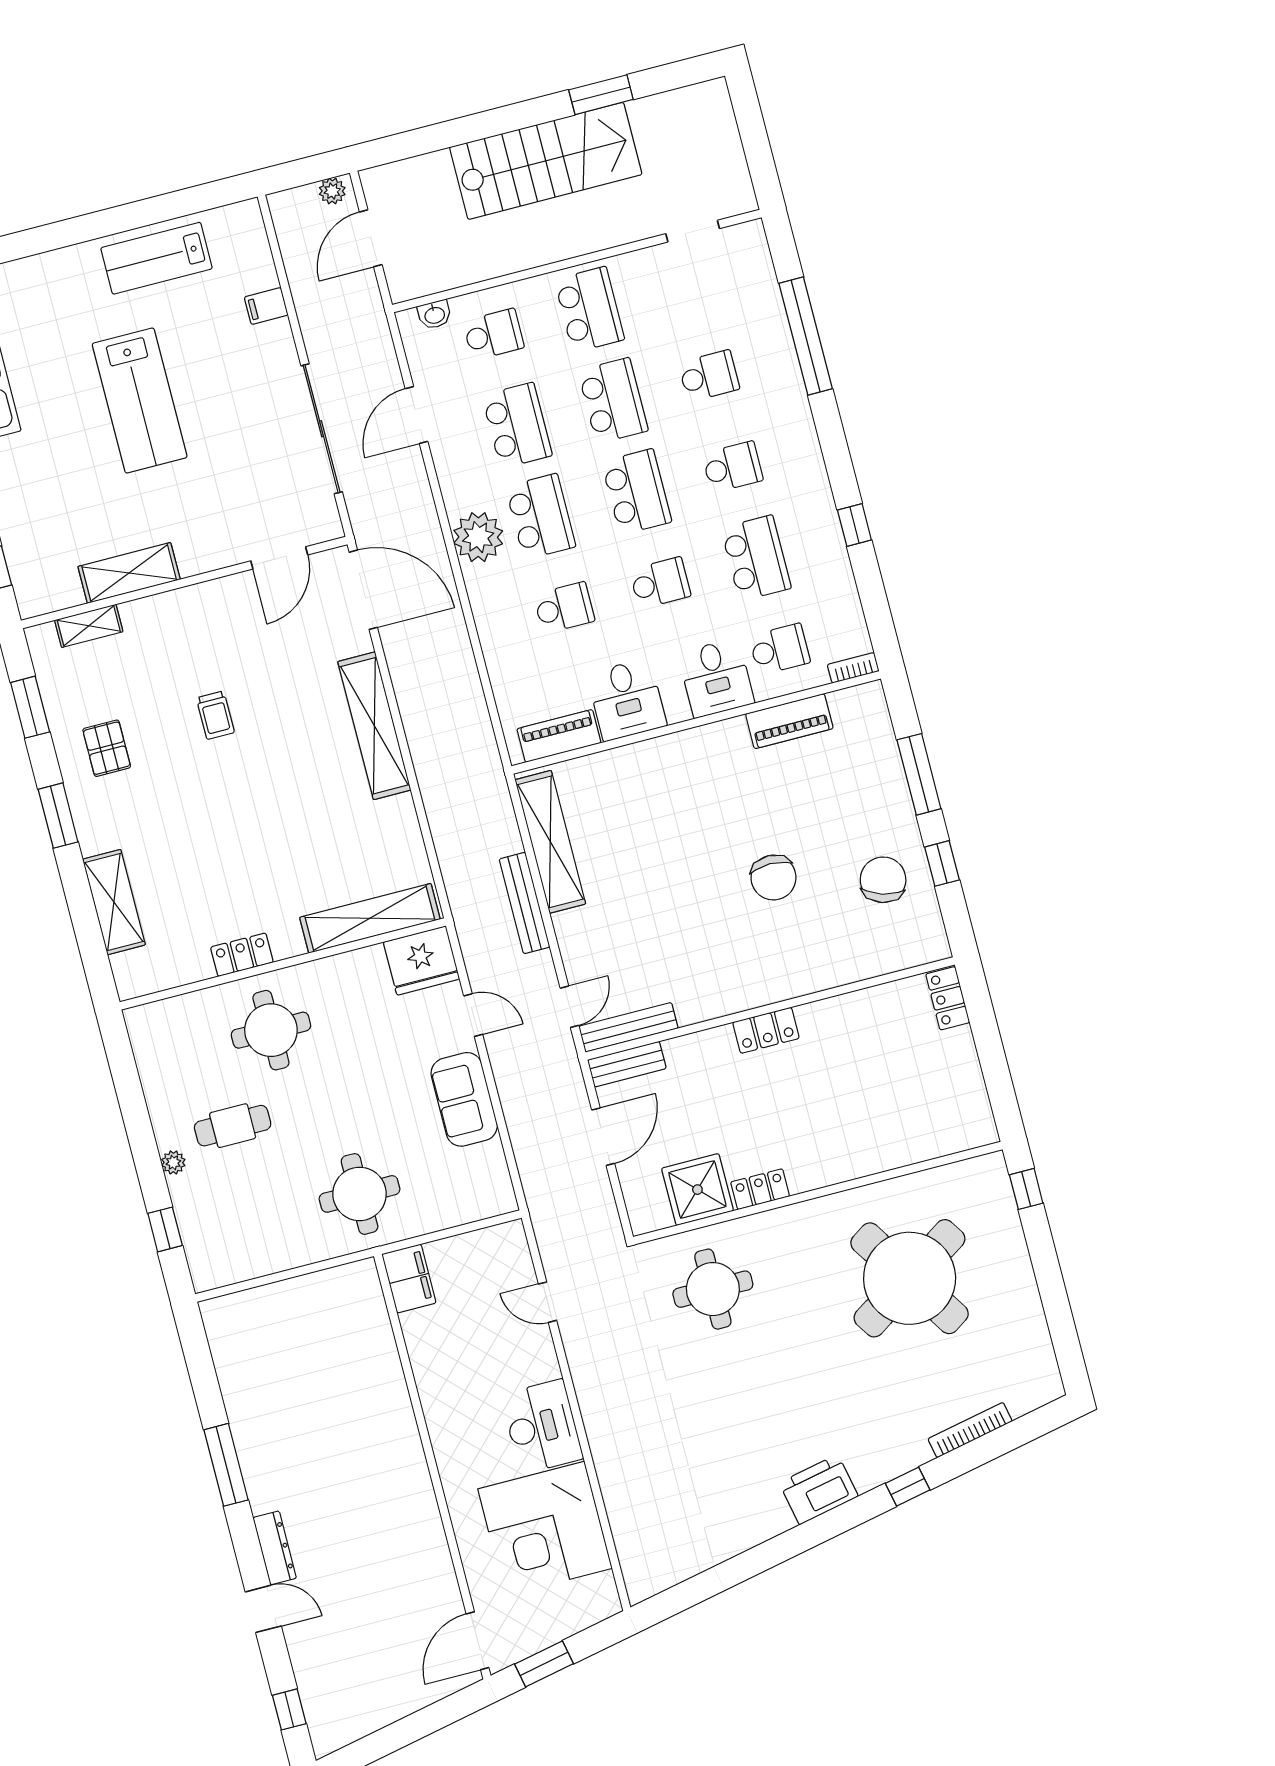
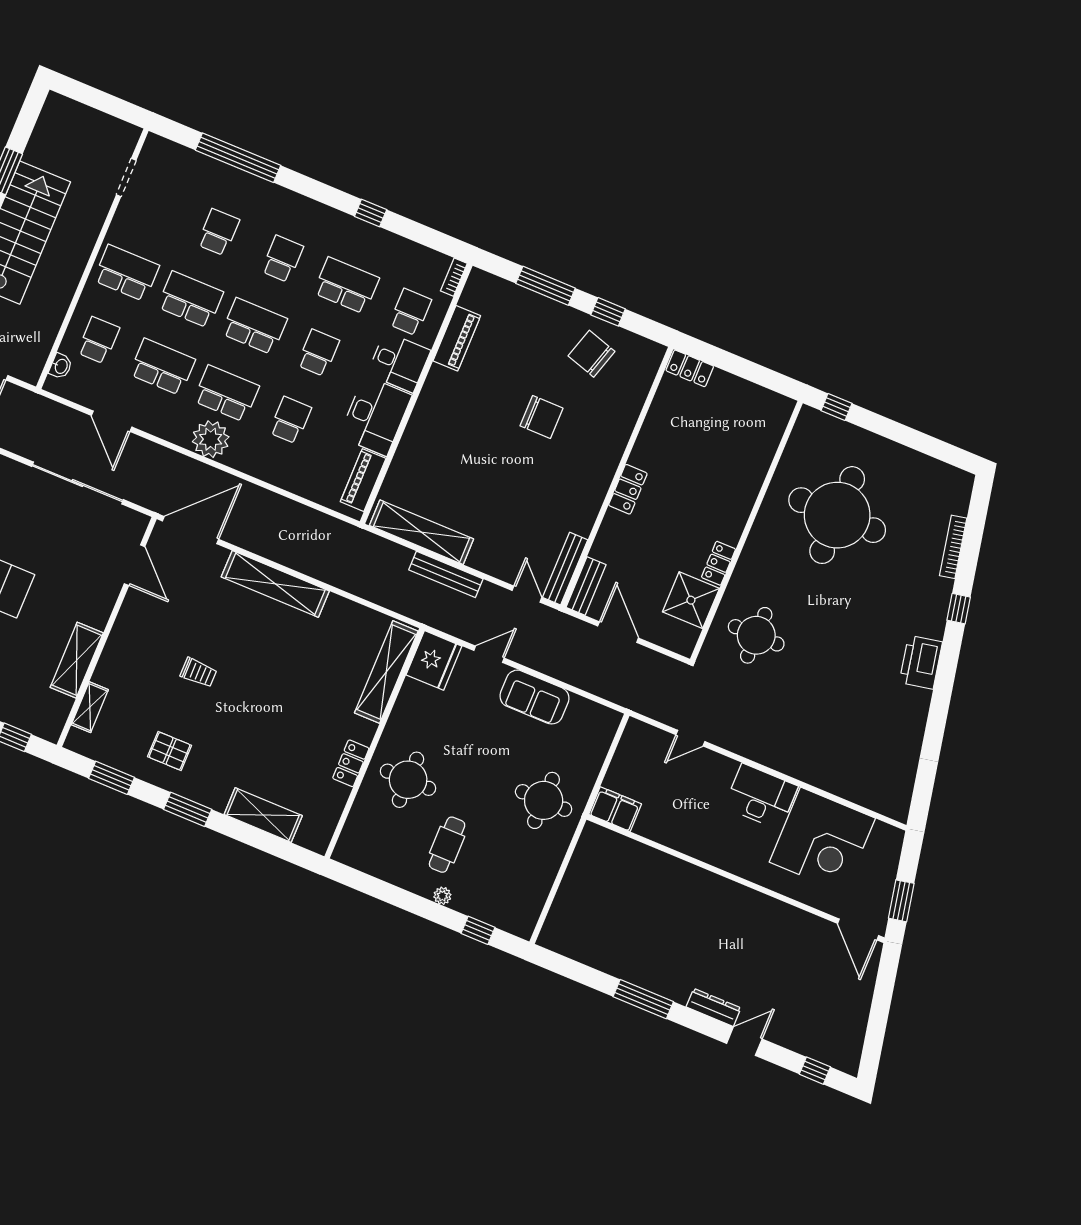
desk: (627, 700) -> (375, 416), width x1.37
round table: (910, 1278) -> (837, 515), turned 33

